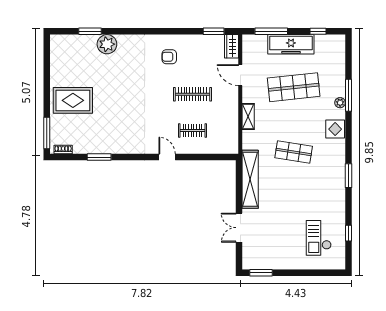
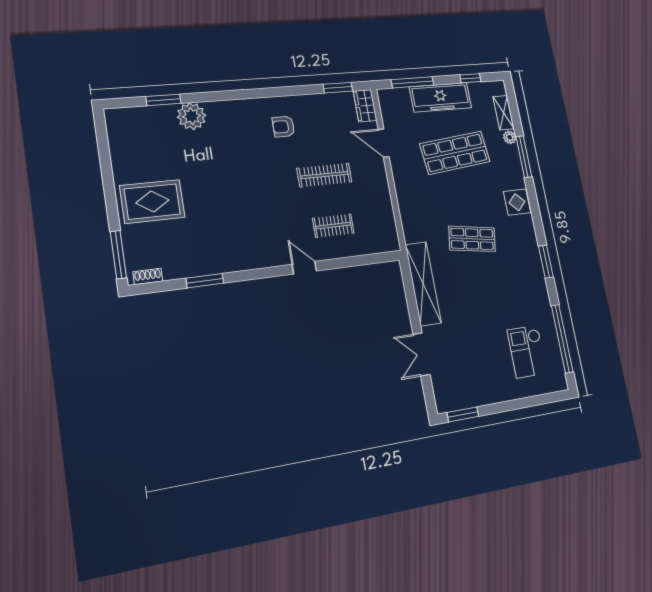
plant: (340, 103) -> (510, 137), moved
shelving: (248, 116) -> (504, 113), moved
window: (348, 233) -> (562, 339), width x3.17

